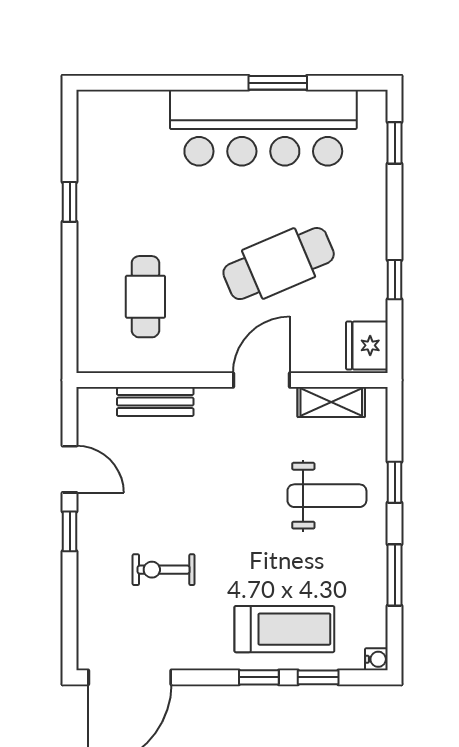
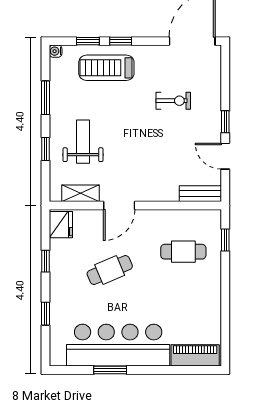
piano: (124, 109) -> (195, 355), added
window: (395, 143) -> (46, 314), moved
window: (70, 202) -> (225, 240), moved
cafe table: (279, 264) -> (110, 270), width x0.73, depth x0.74
cafe table: (145, 297) -> (183, 252), turned 90
bench: (155, 402) -> (200, 194), moved
weight bench: (327, 496) -> (83, 142), turned 90

